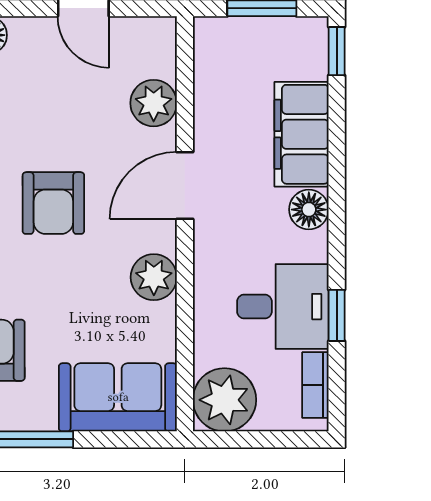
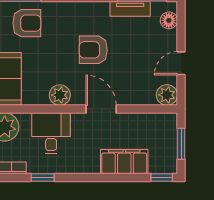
plant: (154, 103) -> (167, 95), moved
floor lamp: (309, 210) -> (90, 165), removed
desk: (283, 307) -> (51, 133), moved, turned 180

